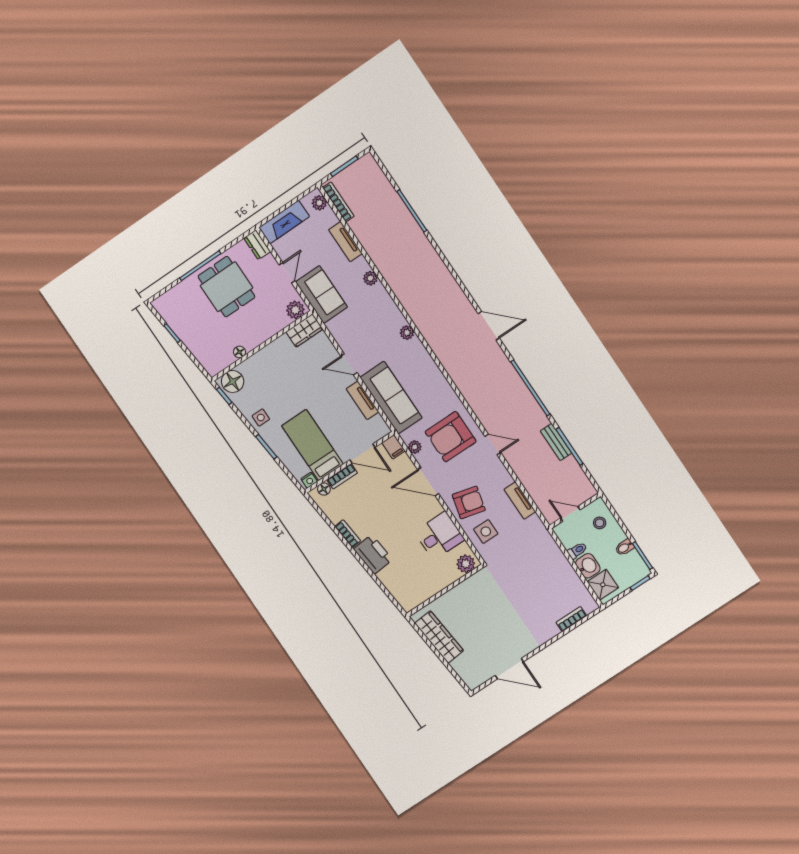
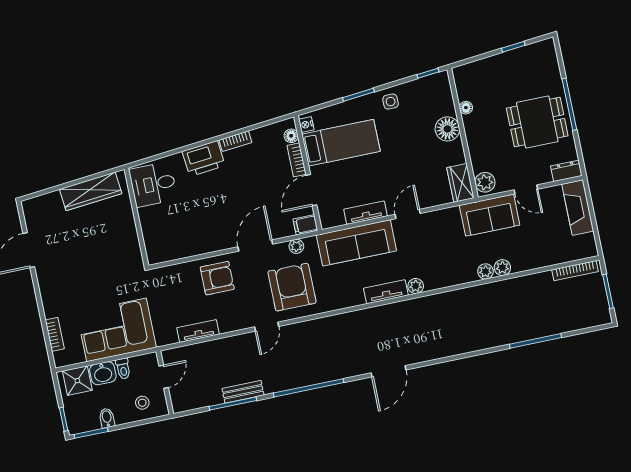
plant: (319, 203) -> (502, 268), moved
tv unit: (345, 242) -> (386, 292), moved
floor lamp: (233, 381) -> (447, 129), moved
armchair: (469, 502) -> (217, 278), turned -104
side table: (486, 532) -> (180, 283), removed
desk: (439, 536) -> (153, 184), moved, turned 90
plant: (466, 564) -> (155, 250), removed
corner sofa: (547, 569) -> (116, 330), added

